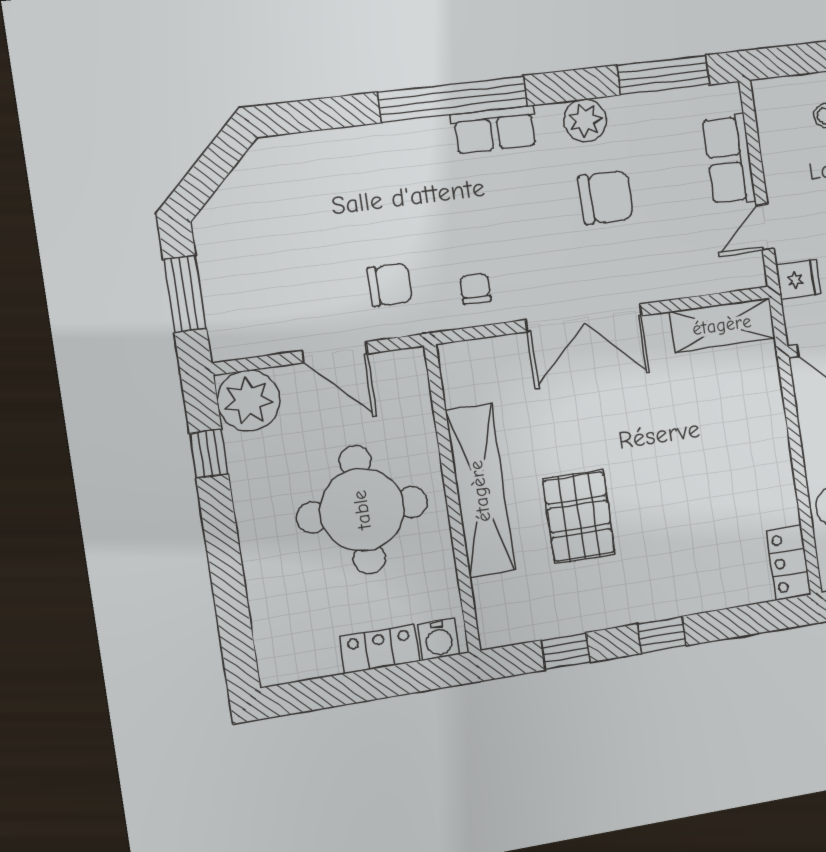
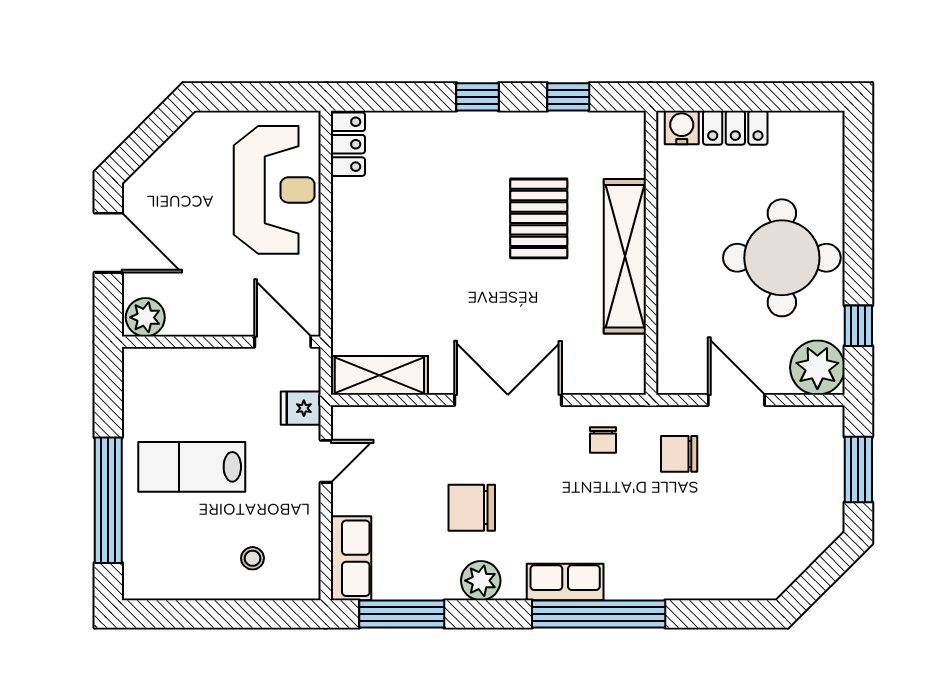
row of seats: (729, 159) -> (351, 558), moved
round table: (362, 510) -> (782, 258), moved

